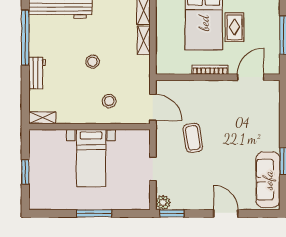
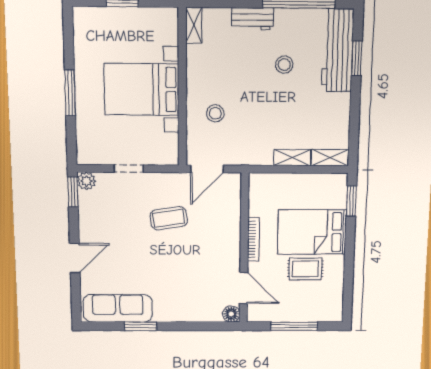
stool: (93, 62) -> (284, 65), moved
floor lamp: (273, 87) -> (231, 314), added
bed with nightstands: (91, 158) -> (142, 89), width x1.36

